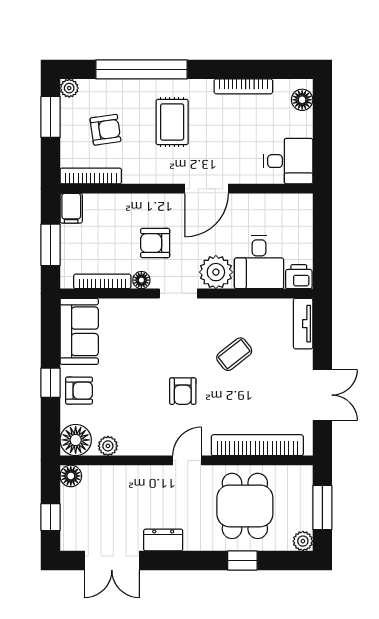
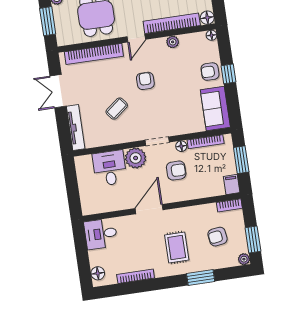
window: (141, 69) -> (201, 277), width x0.47
bookcase: (91, 176) -> (229, 205), width x0.64
printer: (299, 277) -> (84, 163), removed
tv unit: (303, 324) -> (76, 128), width x1.41
floor lamp: (76, 440) -> (211, 35), width x0.53, depth x0.53
plant: (108, 446) -> (173, 42), moved
bookcase: (128, 475) -> (172, 23), added

